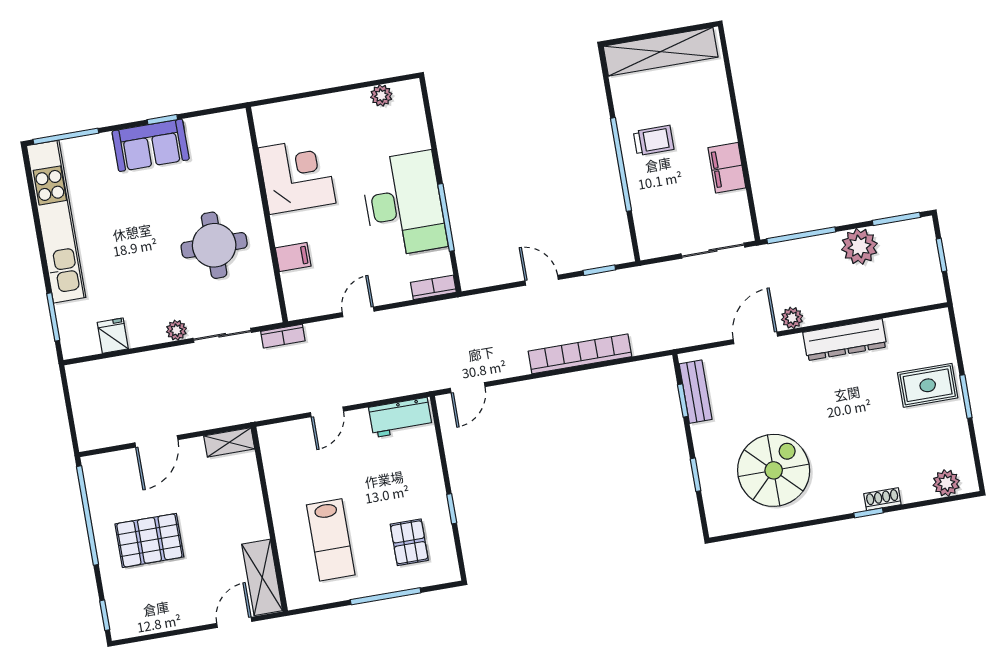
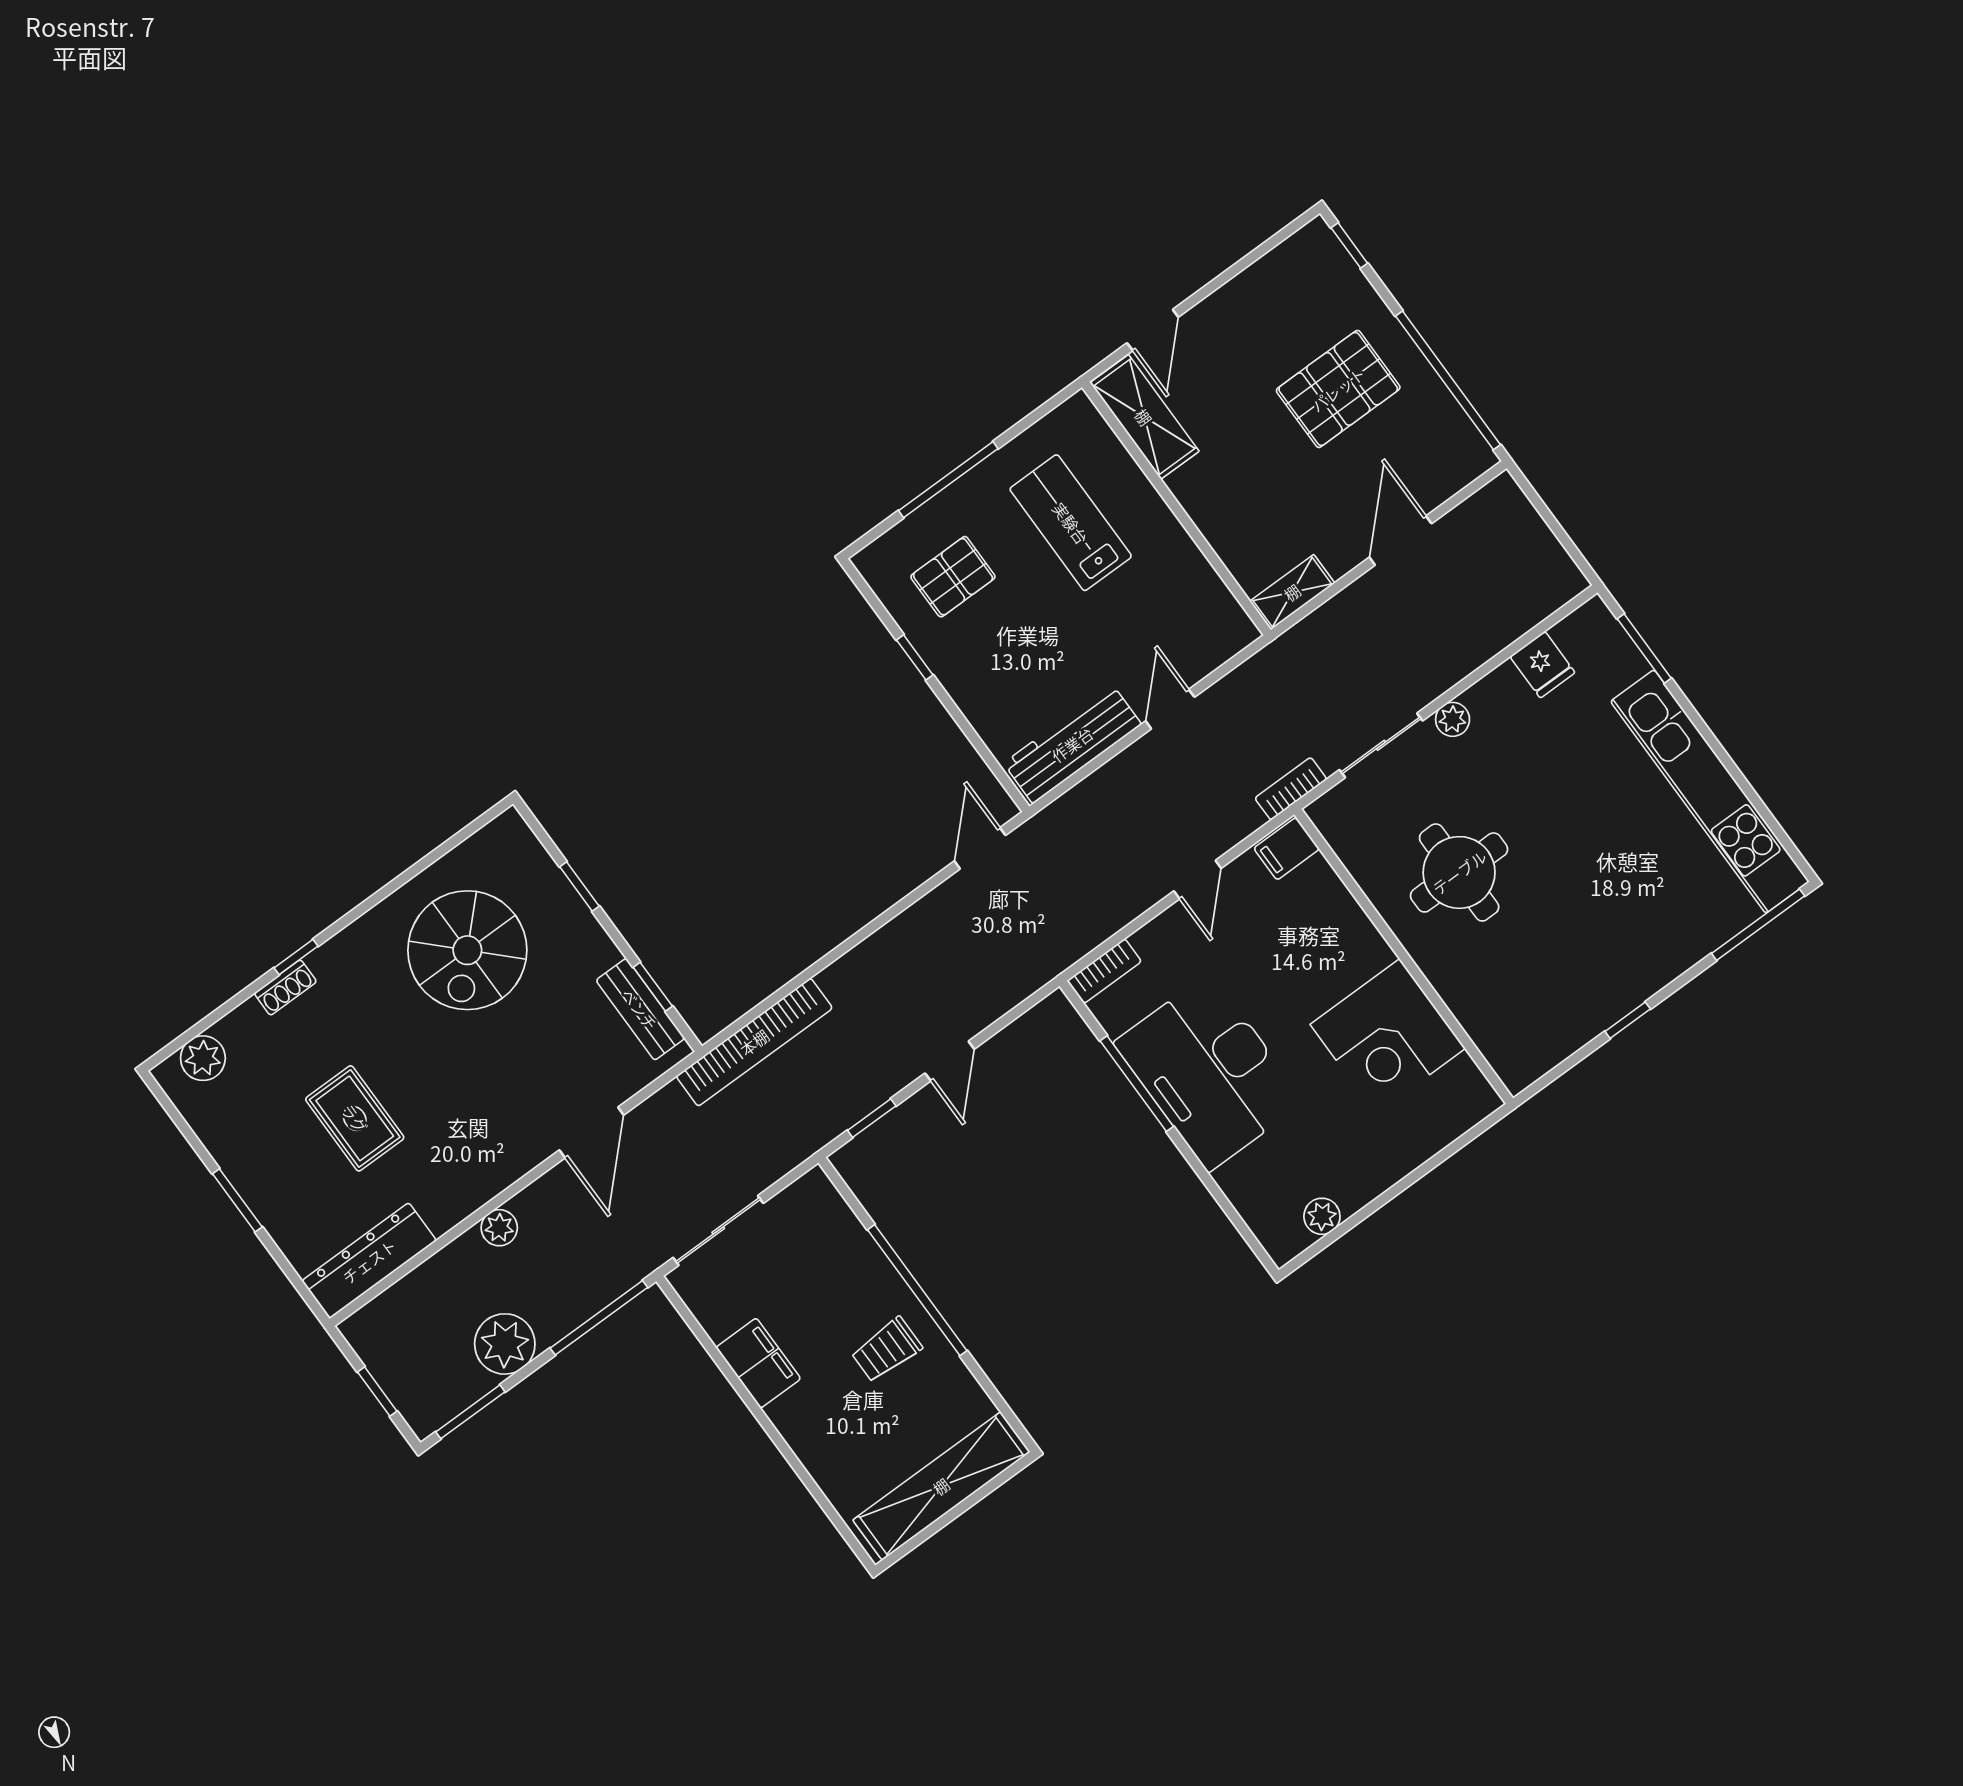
sofa: (151, 145) -> (1626, 974), removed
filing cabinet: (293, 257) -> (1287, 849), moved
door: (542, 280) -> (950, 1061), hinge flipped
plant: (792, 318) -> (499, 1228), moved
dresser: (845, 340) -> (369, 1261), moved
bookcase: (580, 354) -> (754, 1042), moved
rug: (928, 385) -> (355, 1118), moved, turned 90
workbench: (400, 417) -> (1072, 744), width x1.38
pallet: (409, 542) -> (953, 577), turned 90

